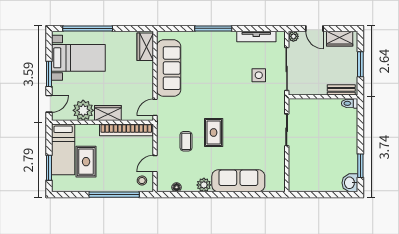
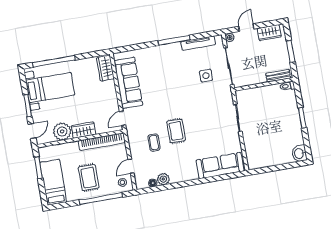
window: (213, 28) -> (174, 40), moved
door: (314, 28) -> (246, 28), swing flipped
bed: (63, 149) -> (53, 182), moved, turned 180
rug: (86, 162) -> (89, 178), moved
window: (360, 166) -> (302, 118), moved
window: (49, 168) -> (38, 168), moved
sofa: (238, 181) -> (220, 166), moved
plant: (204, 185) -> (163, 179), moved

